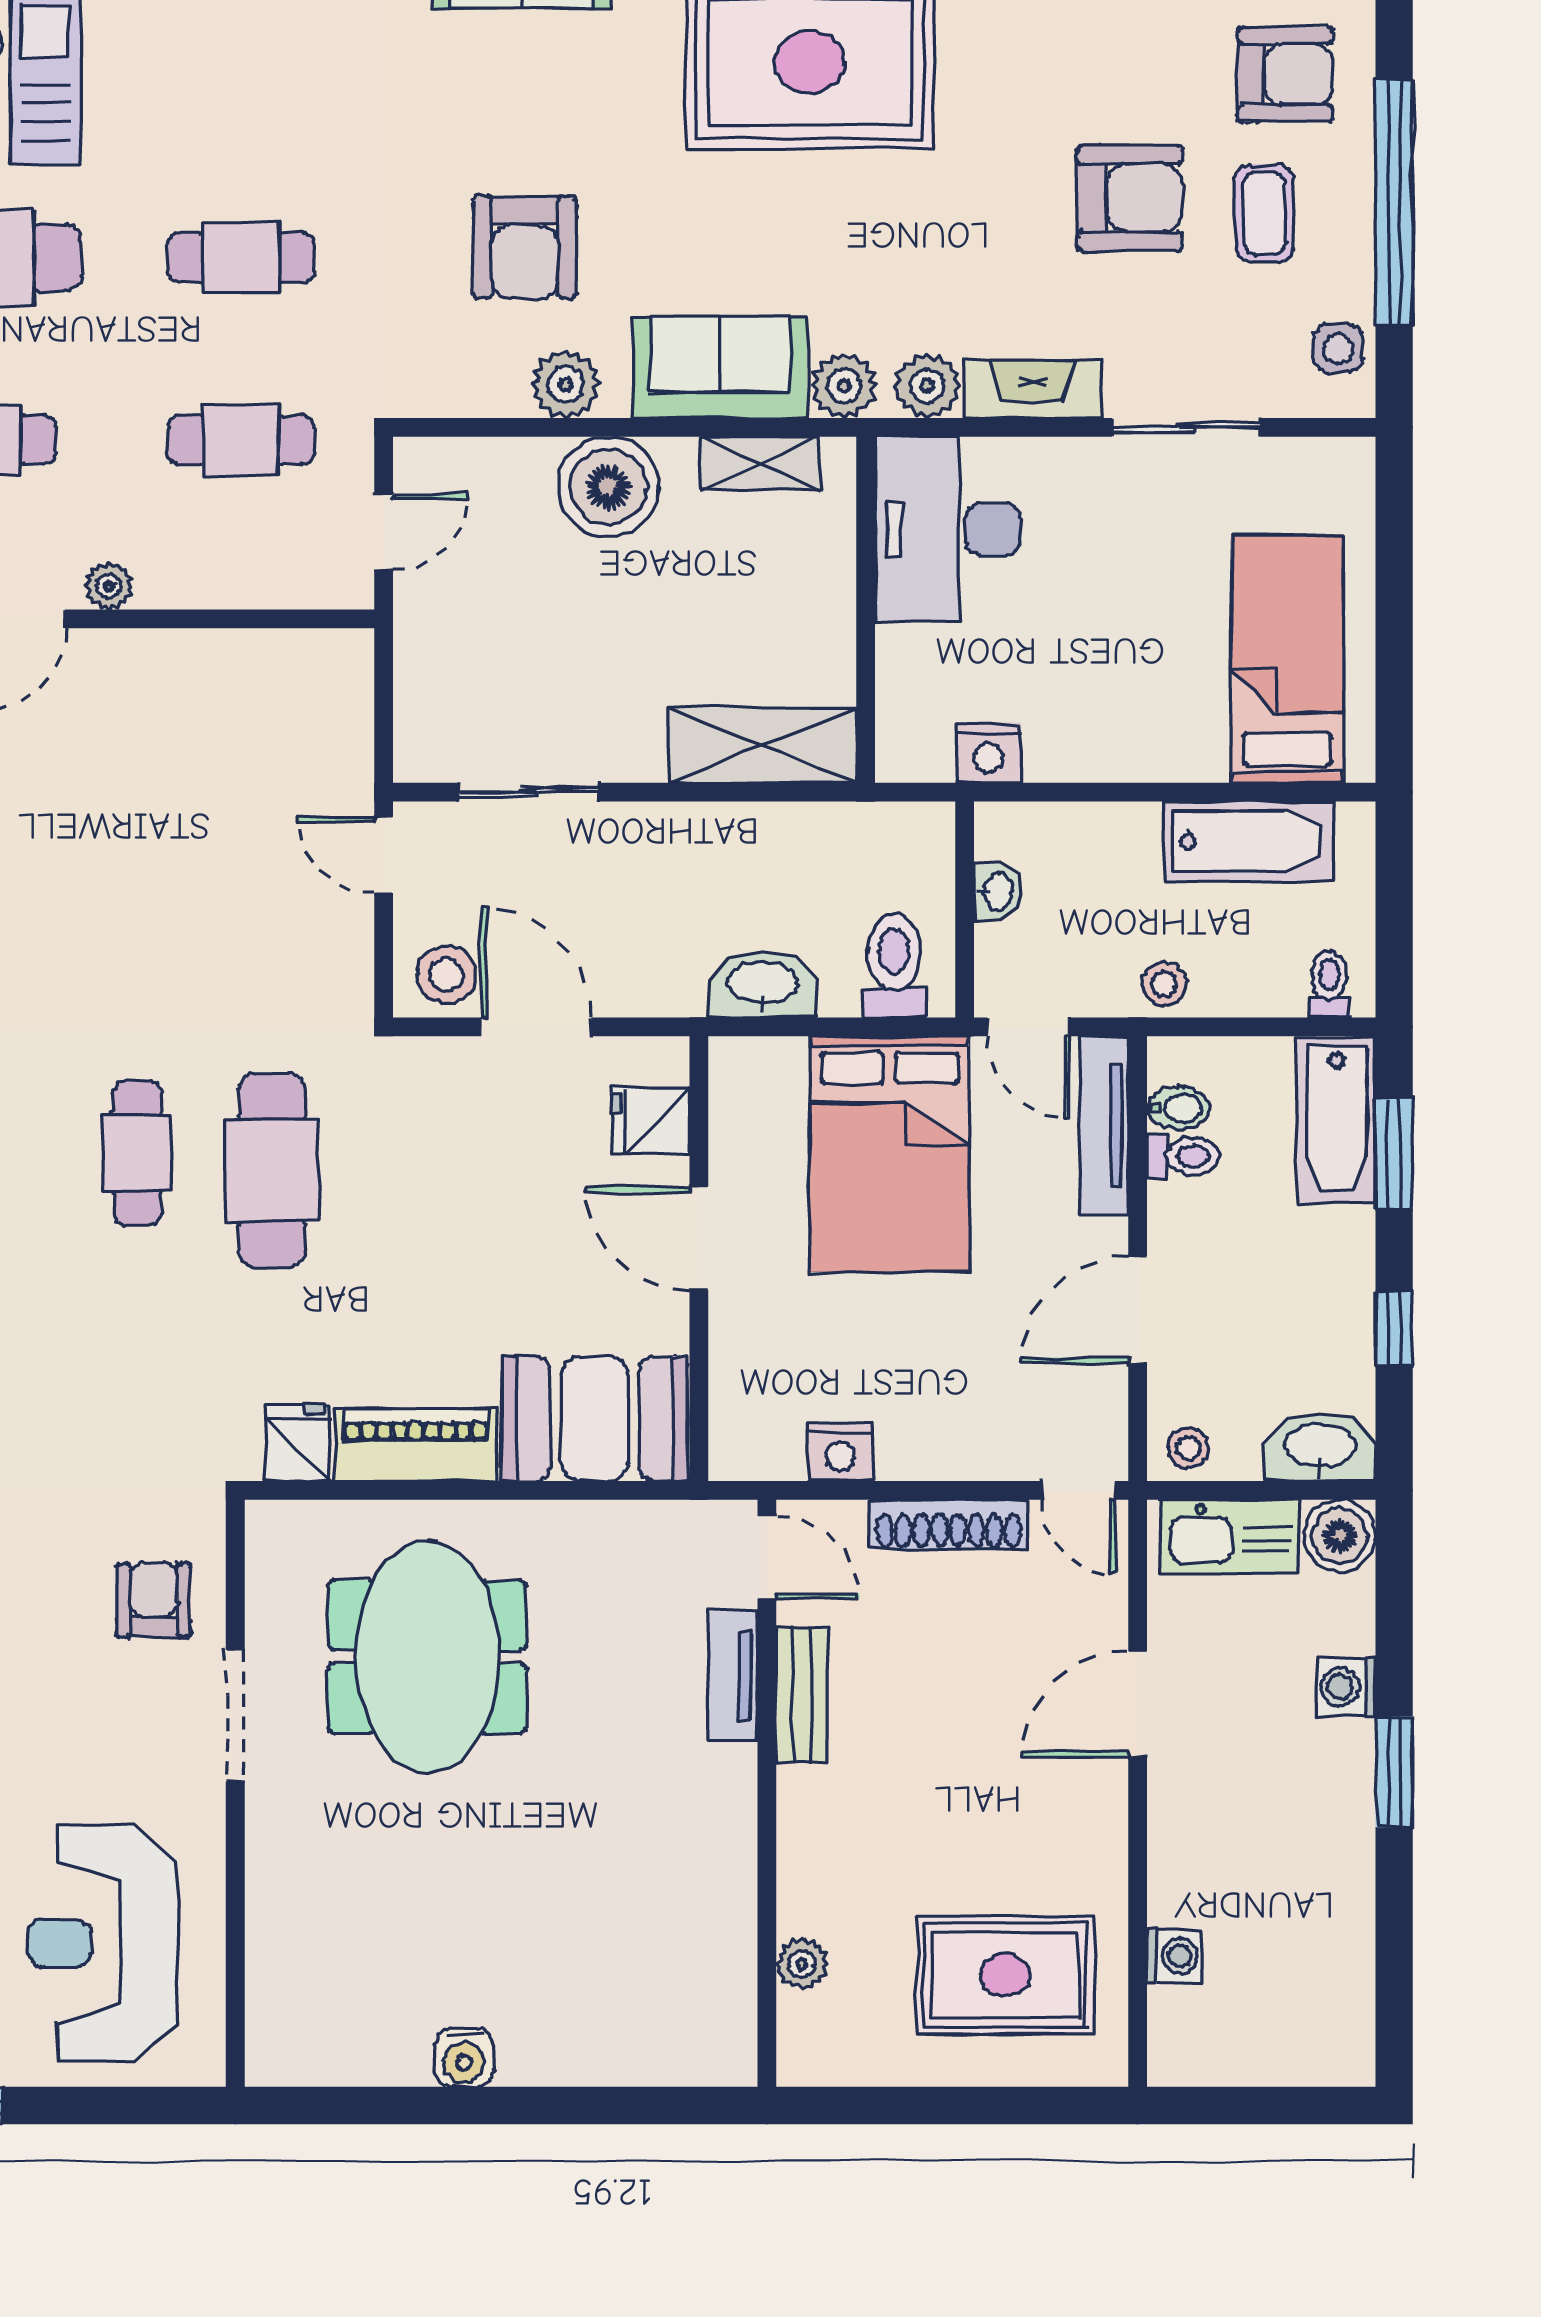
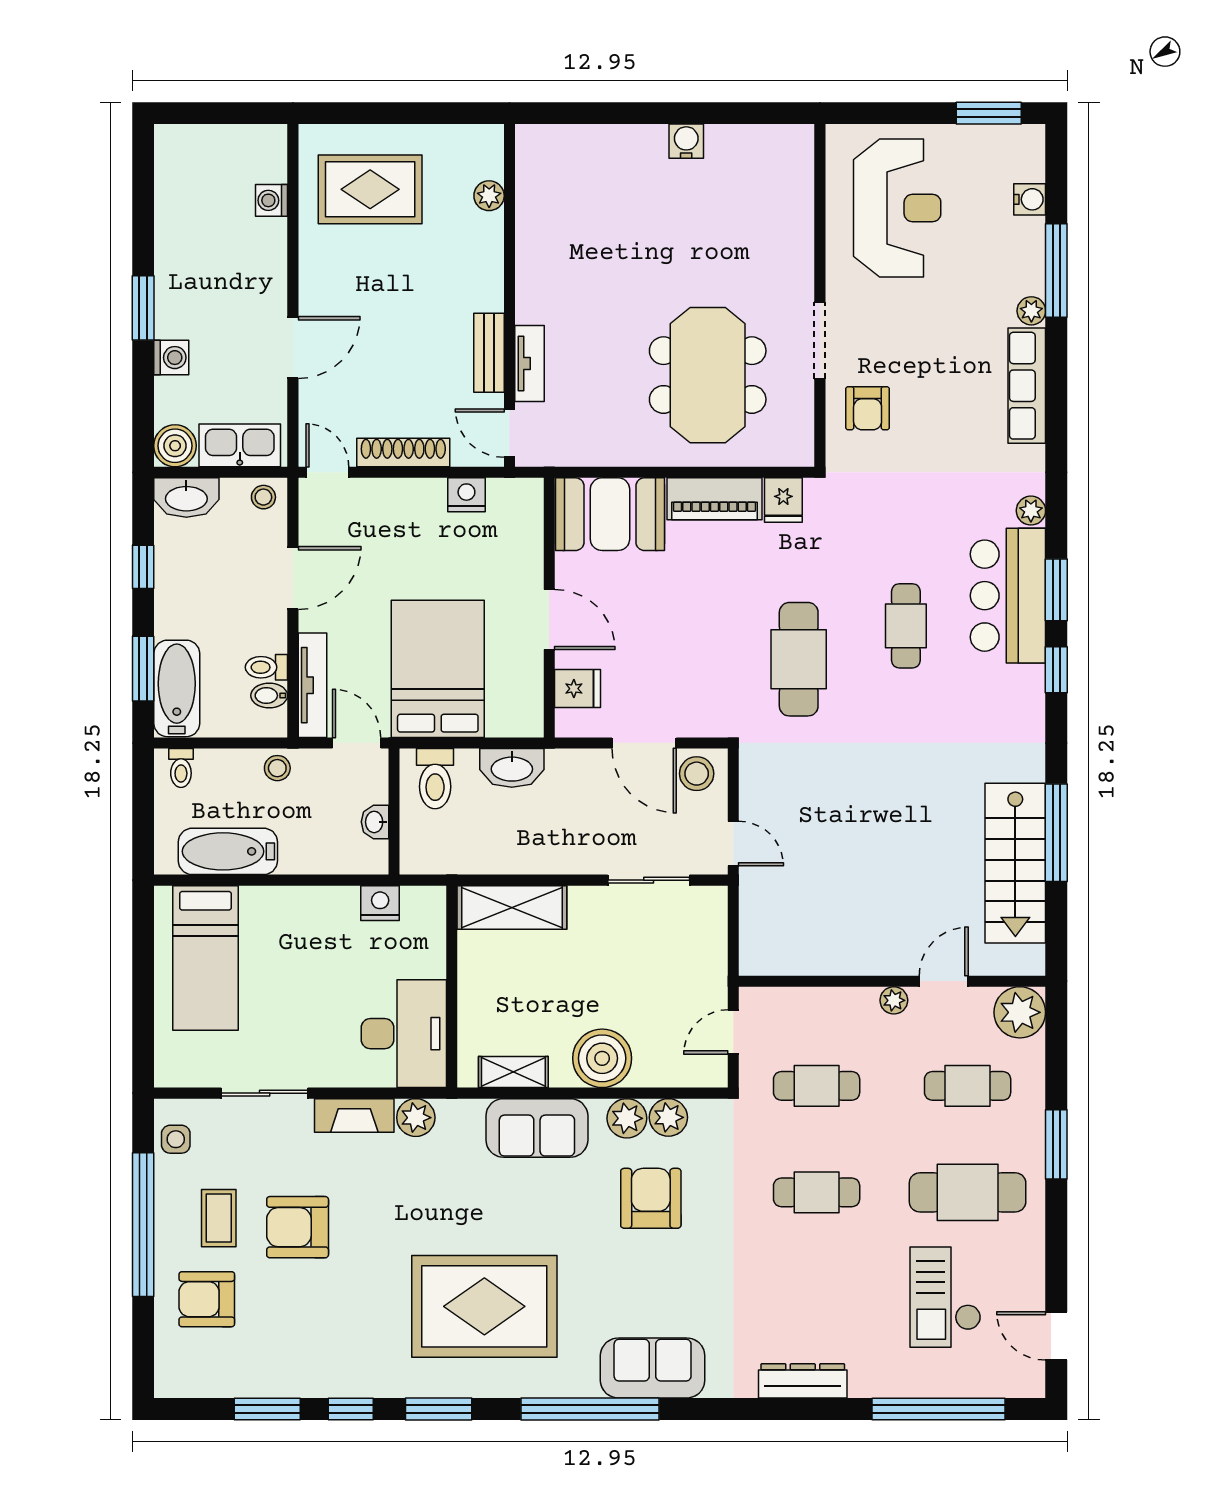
plant: (844, 386) -> (668, 1117), moved
cafe table: (137, 1153) -> (906, 626), moved

